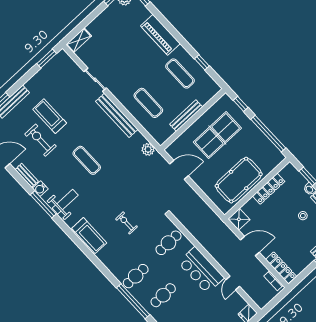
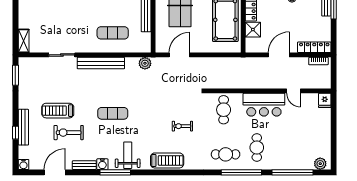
shower: (239, 219) -> (253, 30), moved
cafe table: (136, 276) -> (226, 154), turned 90

